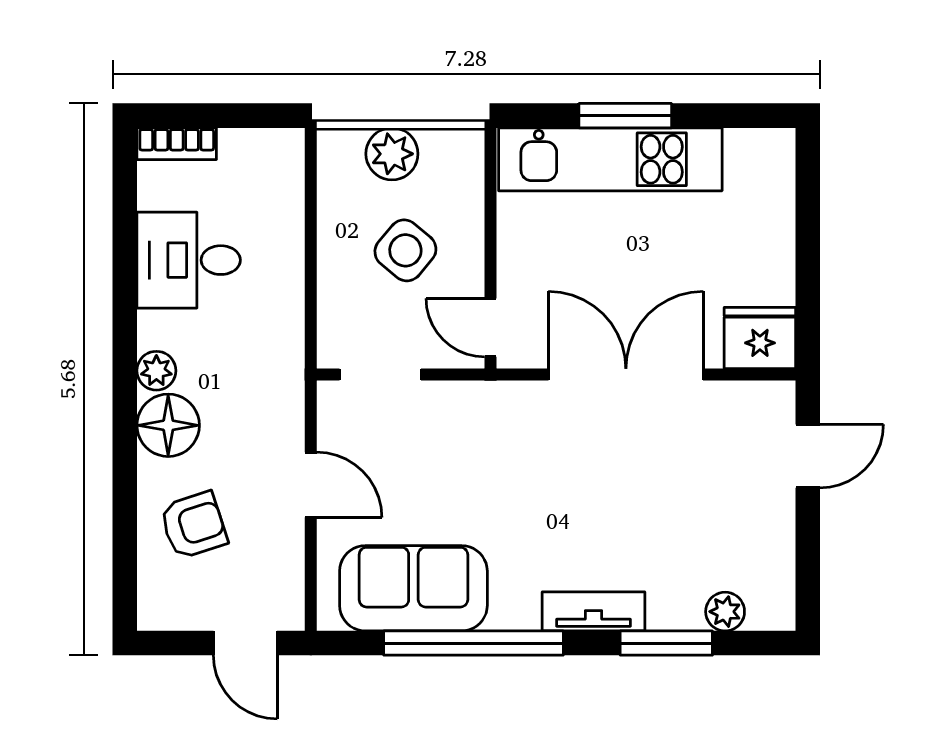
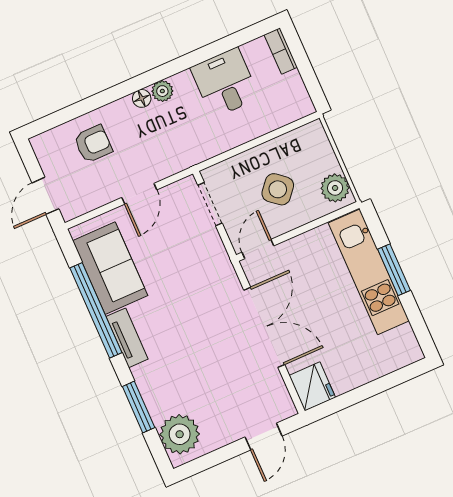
plant: (392, 154) -> (335, 188), moved
floor lamp: (168, 425) -> (142, 98), width x0.53, depth x0.53
door: (808, 456) -> (264, 437), hinge flipped
armchair: (194, 525) -> (93, 144), turned -72
tv unit: (593, 611) -> (127, 338), moved
plant: (725, 612) -> (180, 434), width x1.88, depth x1.88

